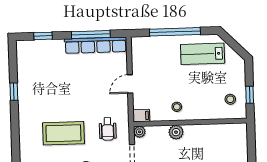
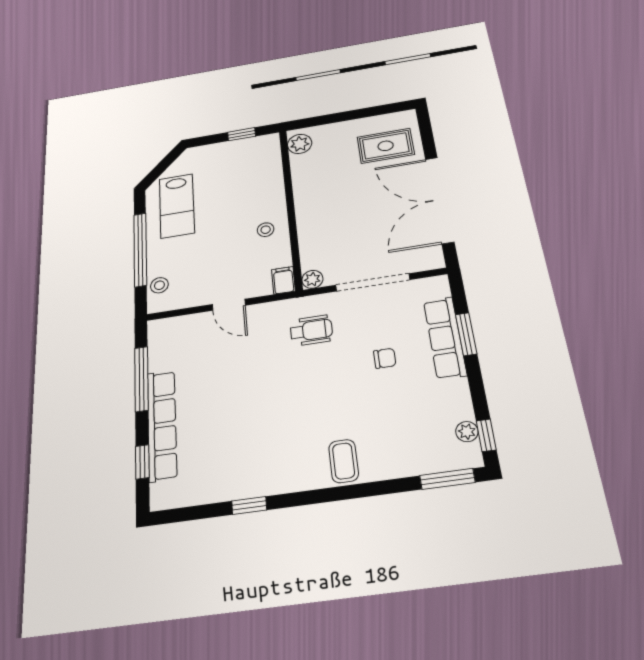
row of seats: (96, 45) -> (162, 425), moved
stool: (230, 99) -> (159, 285), moved
plant: (176, 132) -> (300, 144), moved
coffee table: (63, 133) -> (344, 461), moved, width x0.54, depth x0.58

